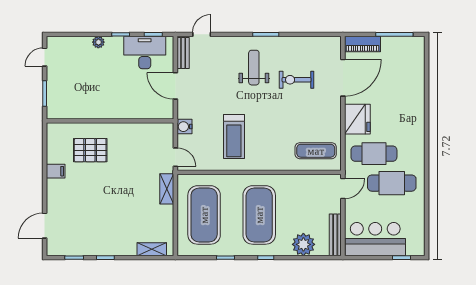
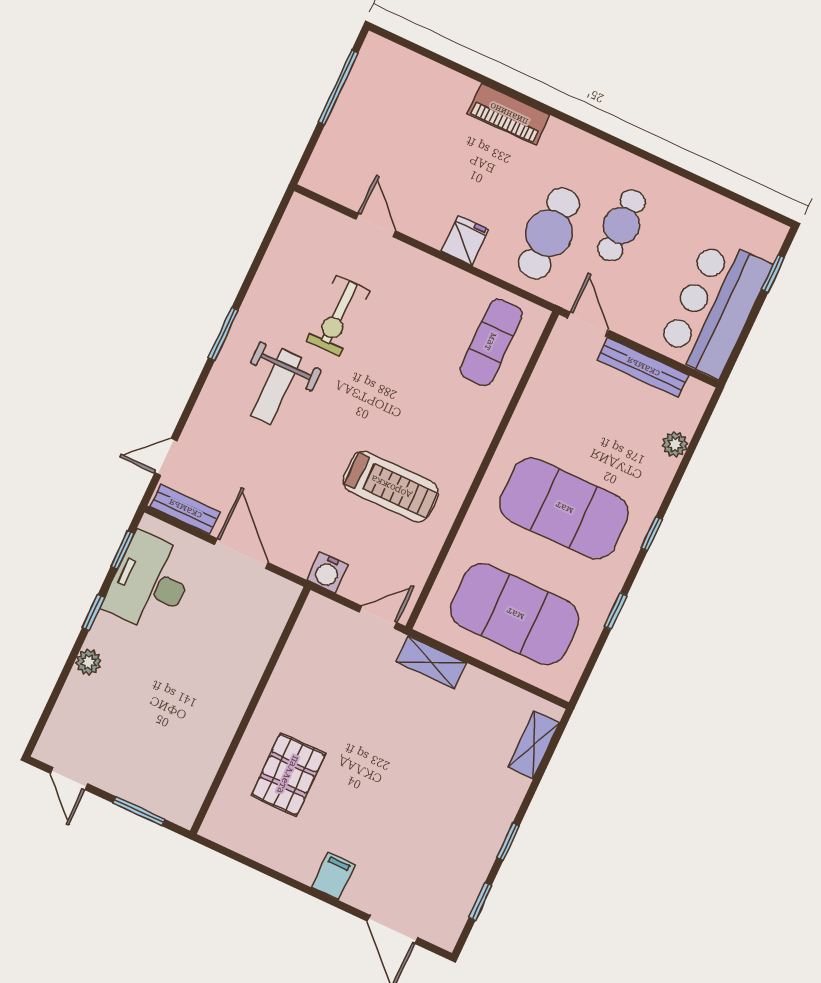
door: (202, 34) -> (166, 457), hinge flipped
piano: (363, 44) -> (509, 114), moved, turned 90
weight bench: (254, 68) -> (276, 387), turned -90
door: (343, 78) -> (376, 225), width x0.53
door: (175, 86) -> (241, 554), swing flipped
fridge: (357, 119) -> (465, 240), width x0.53, depth x0.75
filing cabinet: (56, 171) -> (333, 876), moved
cafe table: (392, 183) -> (621, 225), width x0.73, depth x0.74
bench: (335, 235) -> (643, 367), moved
plant: (303, 244) -> (675, 444), width x0.53, depth x0.53

